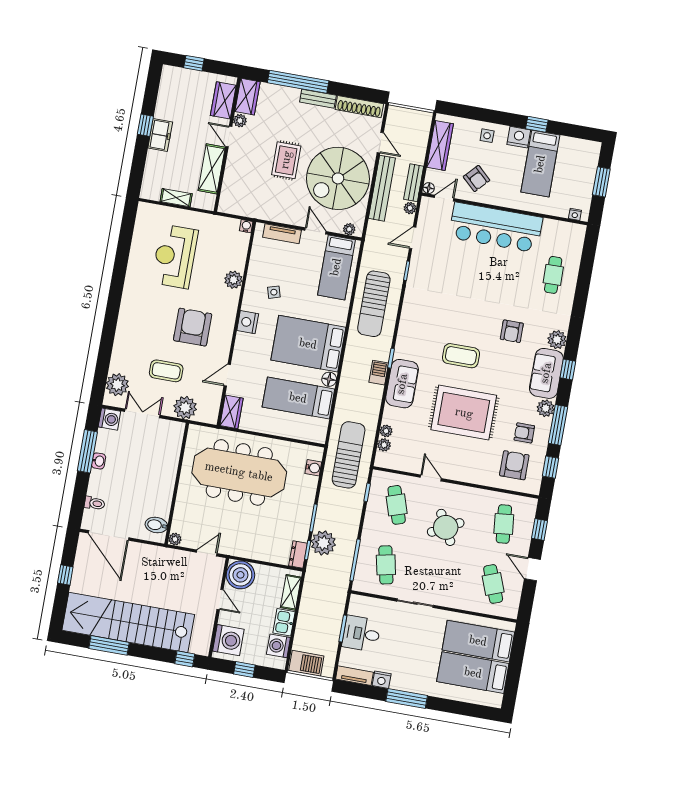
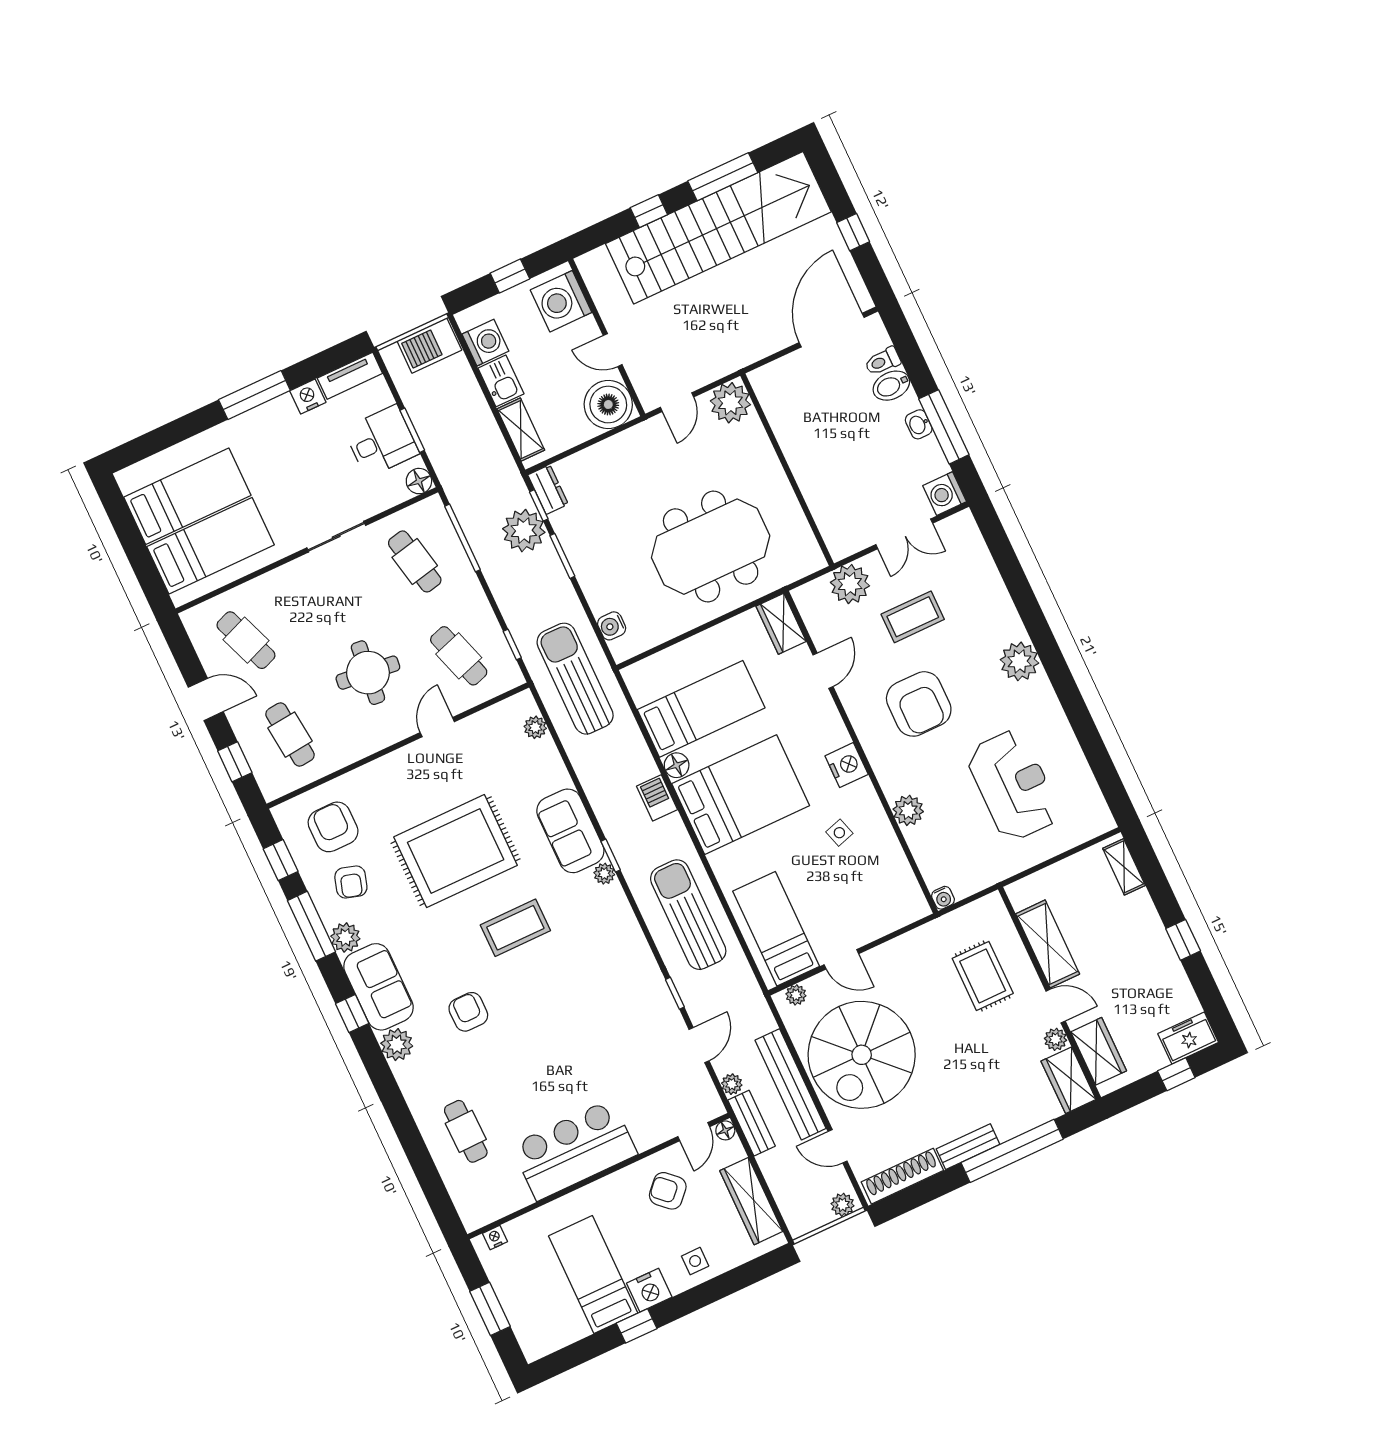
plant: (398, 113) -> (843, 1205), added
freezer: (160, 135) -> (1188, 1038), moved, turned 90
rug: (286, 160) -> (983, 976), moved
spiral stairs: (338, 178) -> (862, 1055), turned 180
shelving: (176, 198) -> (1124, 867), moved, turned 90
bar counter: (496, 227) -> (574, 1150), width x0.73
tv unit: (282, 234) -> (885, 922), removed
barbecue: (379, 373) -> (657, 798), moved, turned 180
plant: (117, 385) -> (1020, 661), moved
plant: (386, 431) -> (604, 874), moved
armchair: (524, 433) -> (351, 882), turned 107
sun lounger: (349, 455) -> (575, 679), turned 180
armchair: (514, 465) -> (333, 827), turned 180
meeting table: (239, 472) -> (711, 547), width x0.73
door: (431, 478) -> (437, 727), swing flipped
bidet: (156, 525) -> (891, 386), moved, turned 180
round table: (446, 527) -> (368, 673), turned 34
door: (109, 535) -> (832, 330), hinge flipped
plant: (175, 539) -> (730, 403), width x1.88, depth x1.88
floor lamp: (357, 602) -> (419, 481), added
window: (185, 659) -> (649, 211), moved

